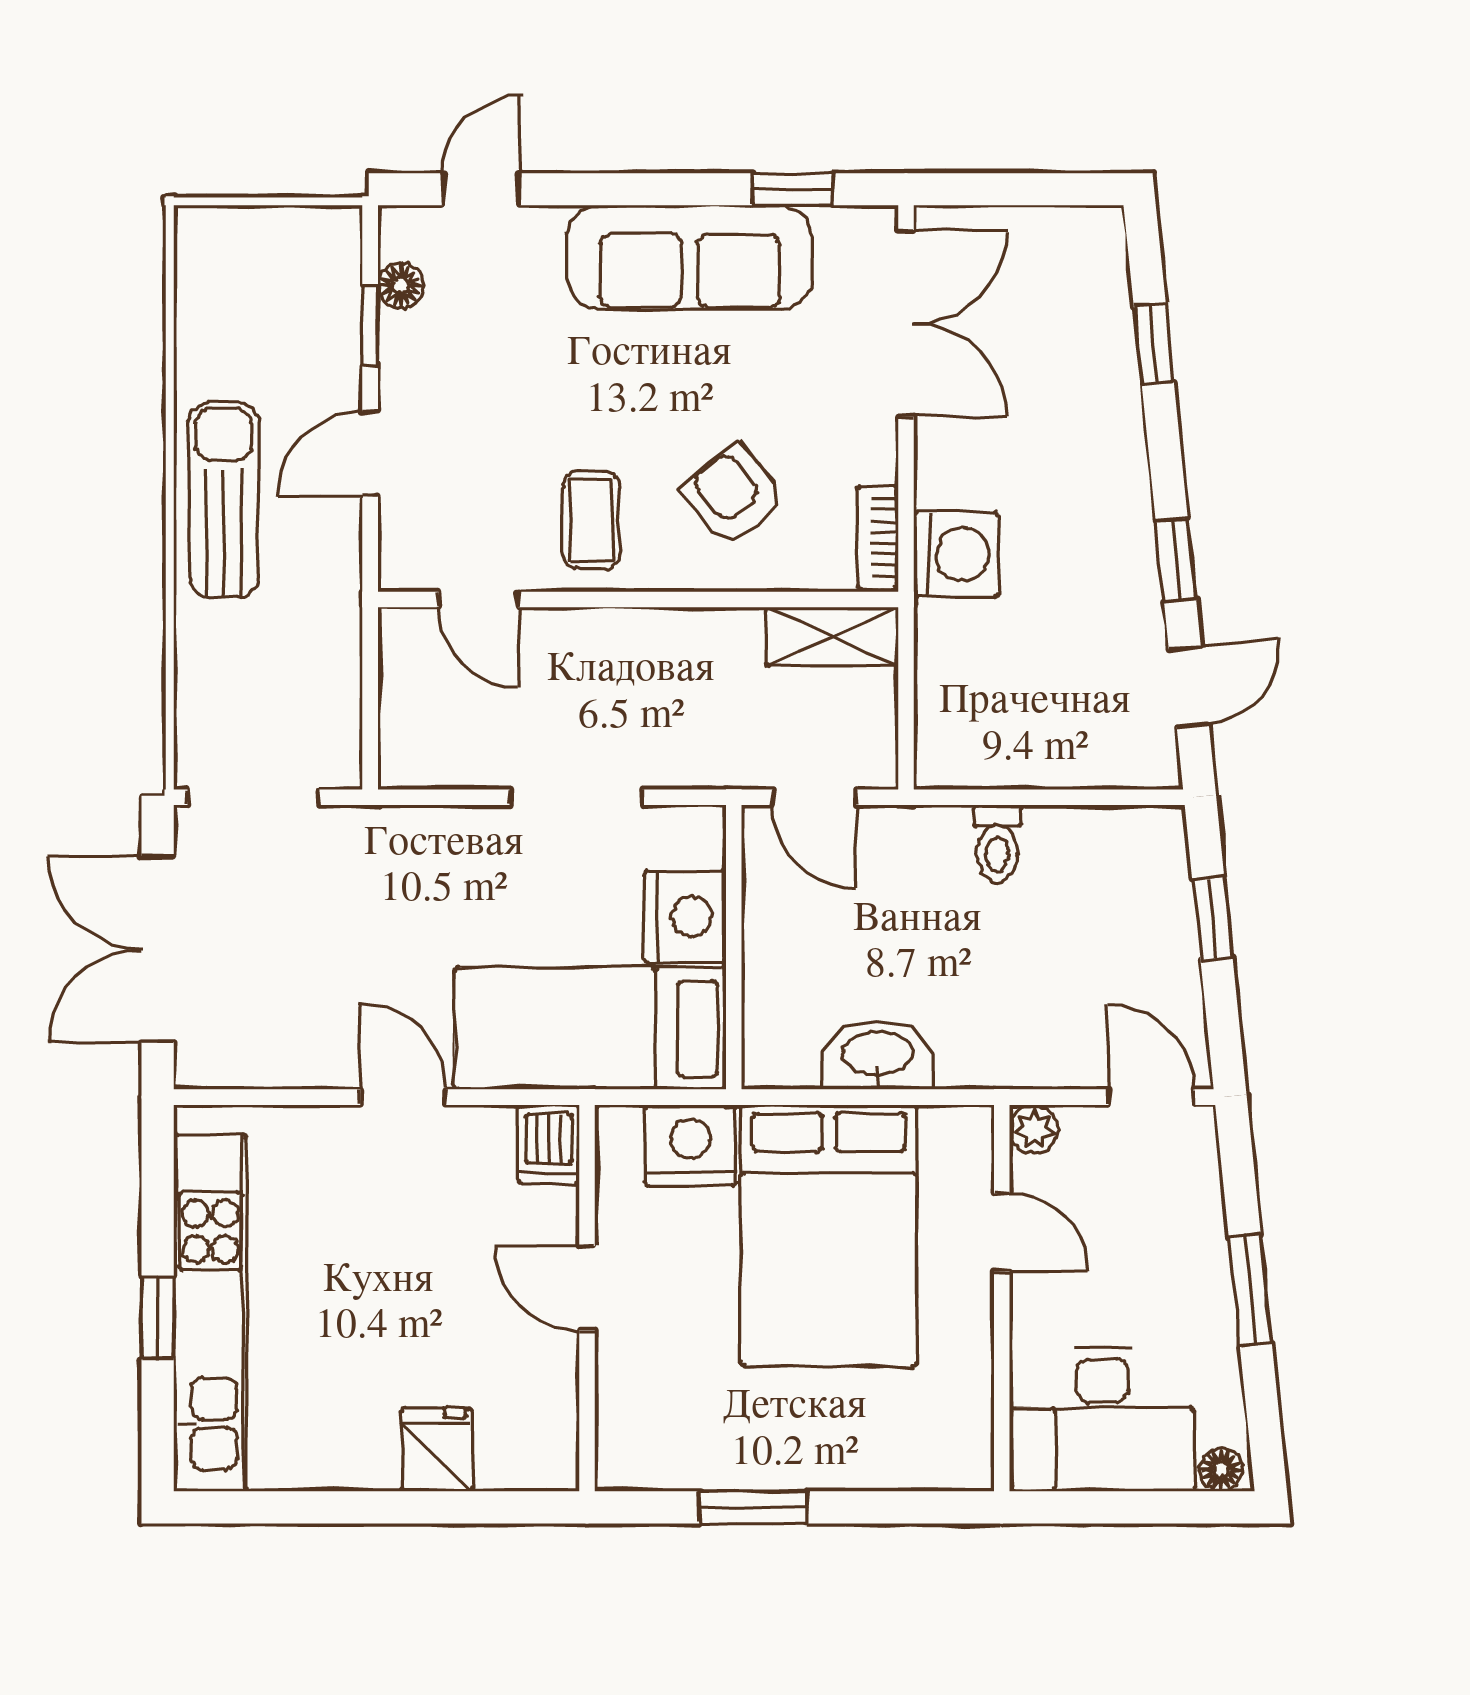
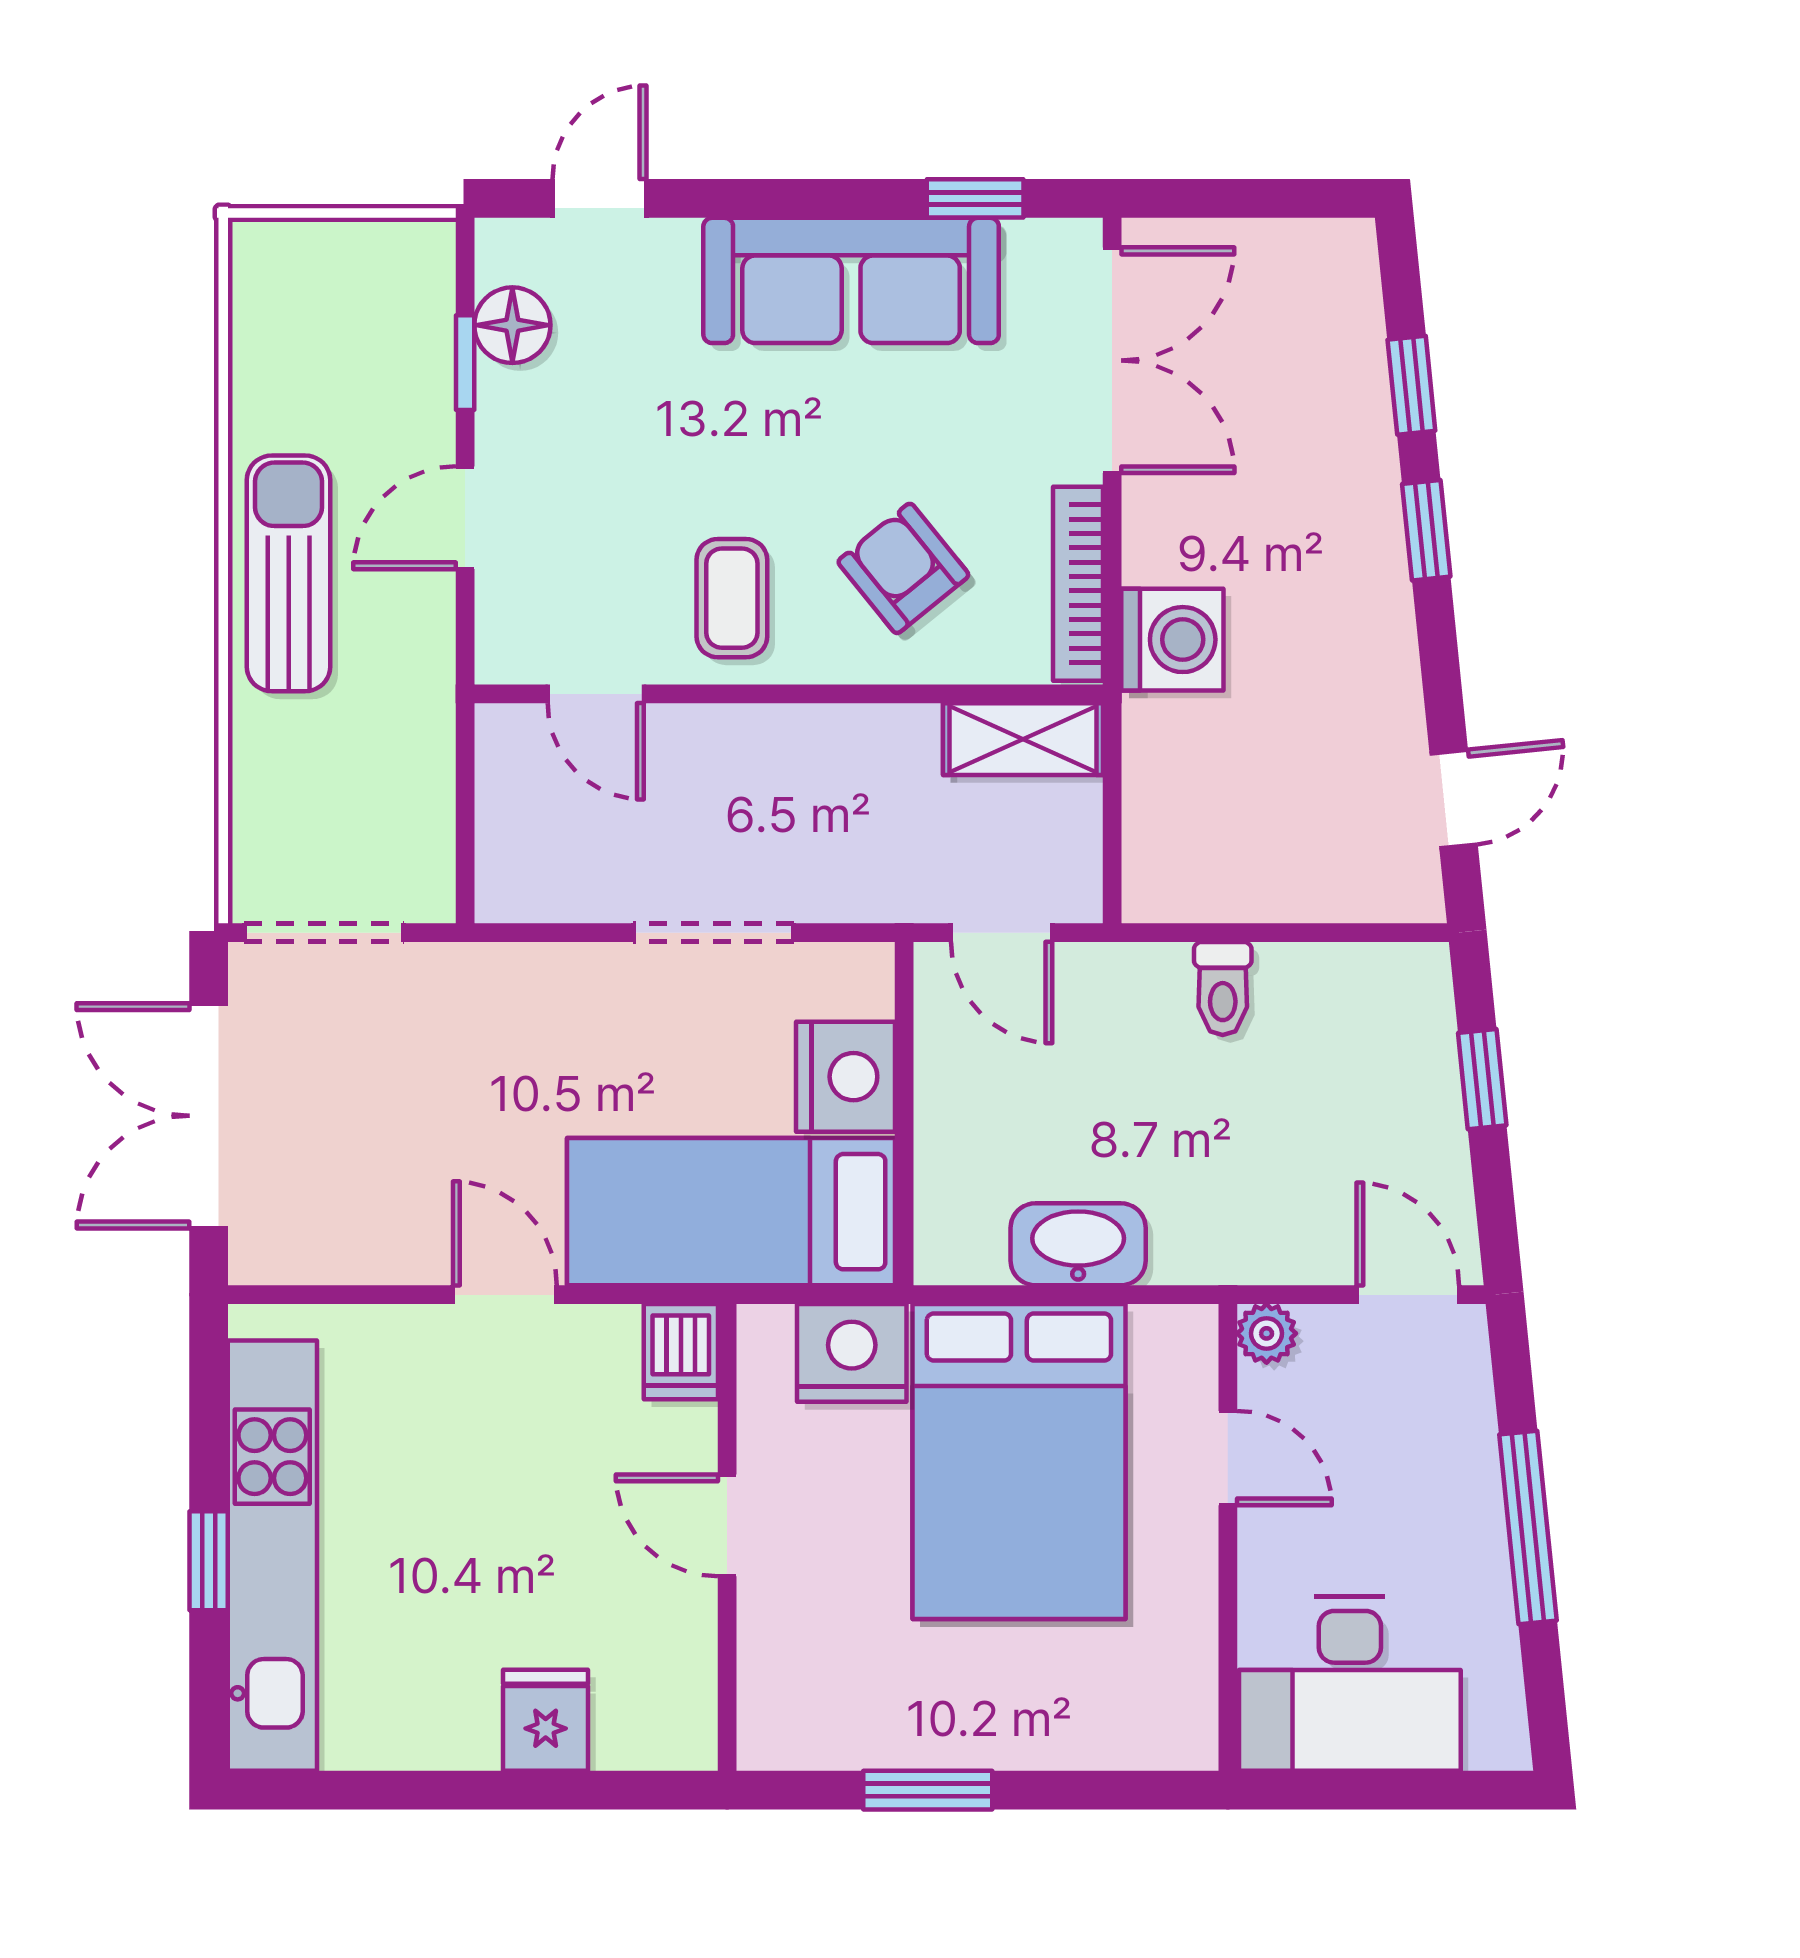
floor lamp: (401, 286) -> (512, 325), width x1.37, depth x1.37
bookcase: (878, 537) -> (1078, 584), width x1.56
window: (1176, 560) -> (1426, 530), moved
window: (1250, 1290) -> (1528, 1527), width x1.44
floor lamp: (1221, 1470) -> (1493, 1745), removed

